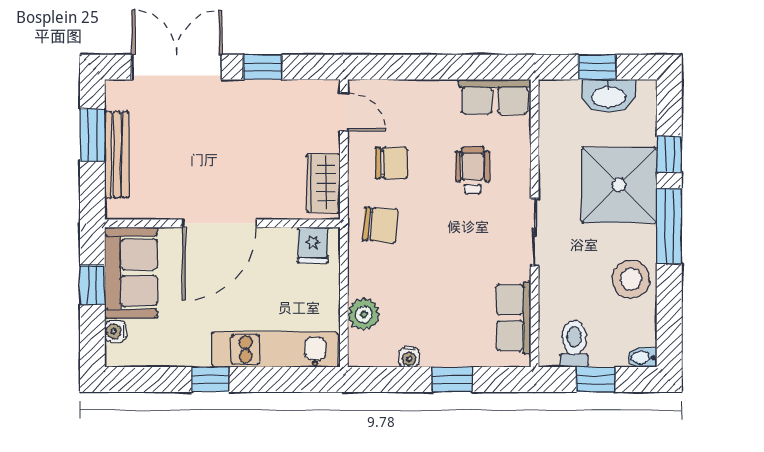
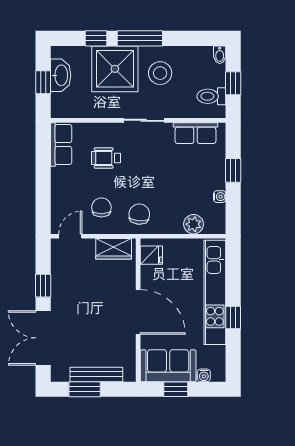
stool: (631, 279) -> (160, 73), moved
kitchen unit: (275, 349) -> (215, 292), width x1.36

